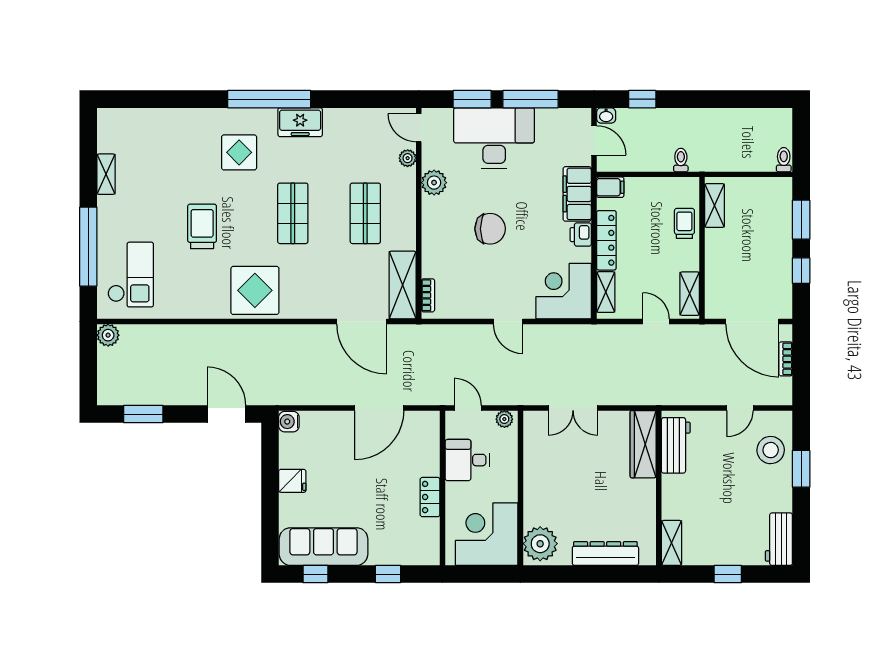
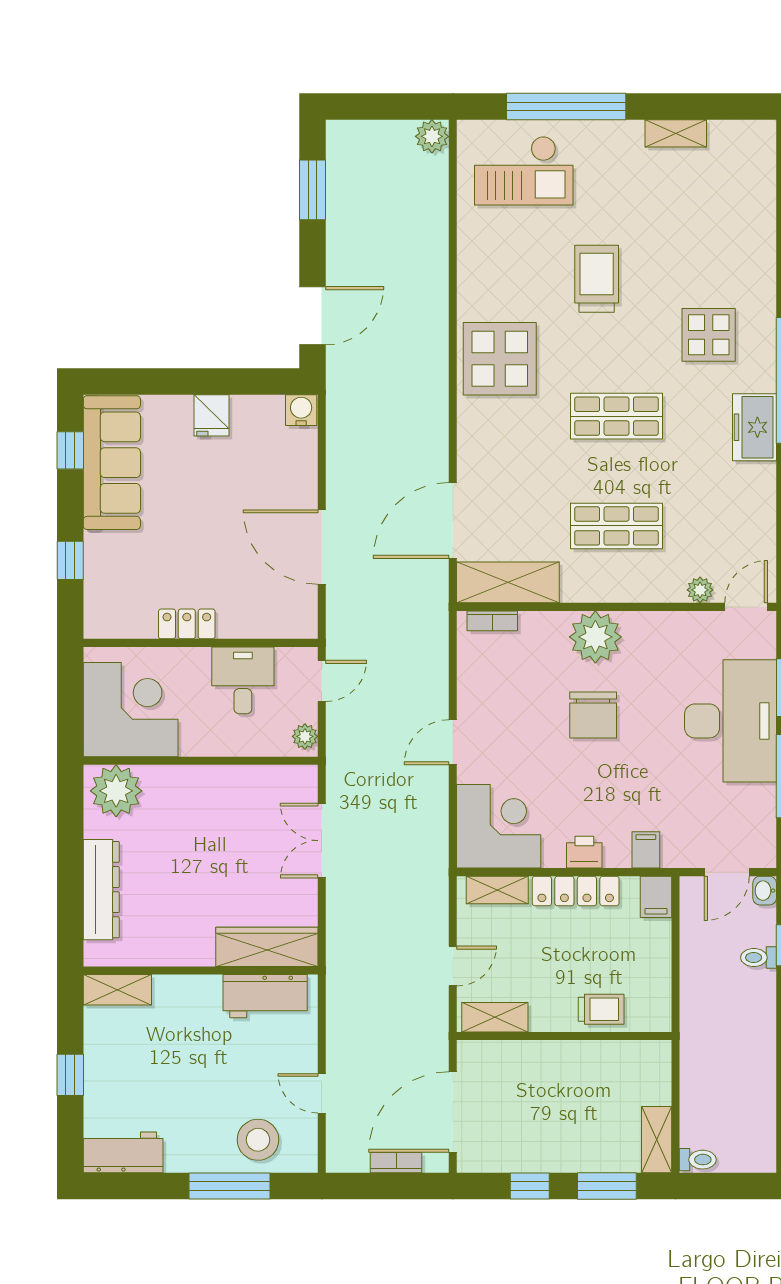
toilet: (681, 160) -> (759, 958), moved, turned 180
plant: (434, 183) -> (595, 637), moved, width x1.36, depth x1.36
filing cabinet: (577, 194) -> (646, 850), width x0.33, depth x0.86
shelving: (715, 206) -> (657, 1140), moved, turned 90
trolley: (202, 226) -> (597, 279), turned -90
window: (801, 469) -> (230, 1186), width x1.44

